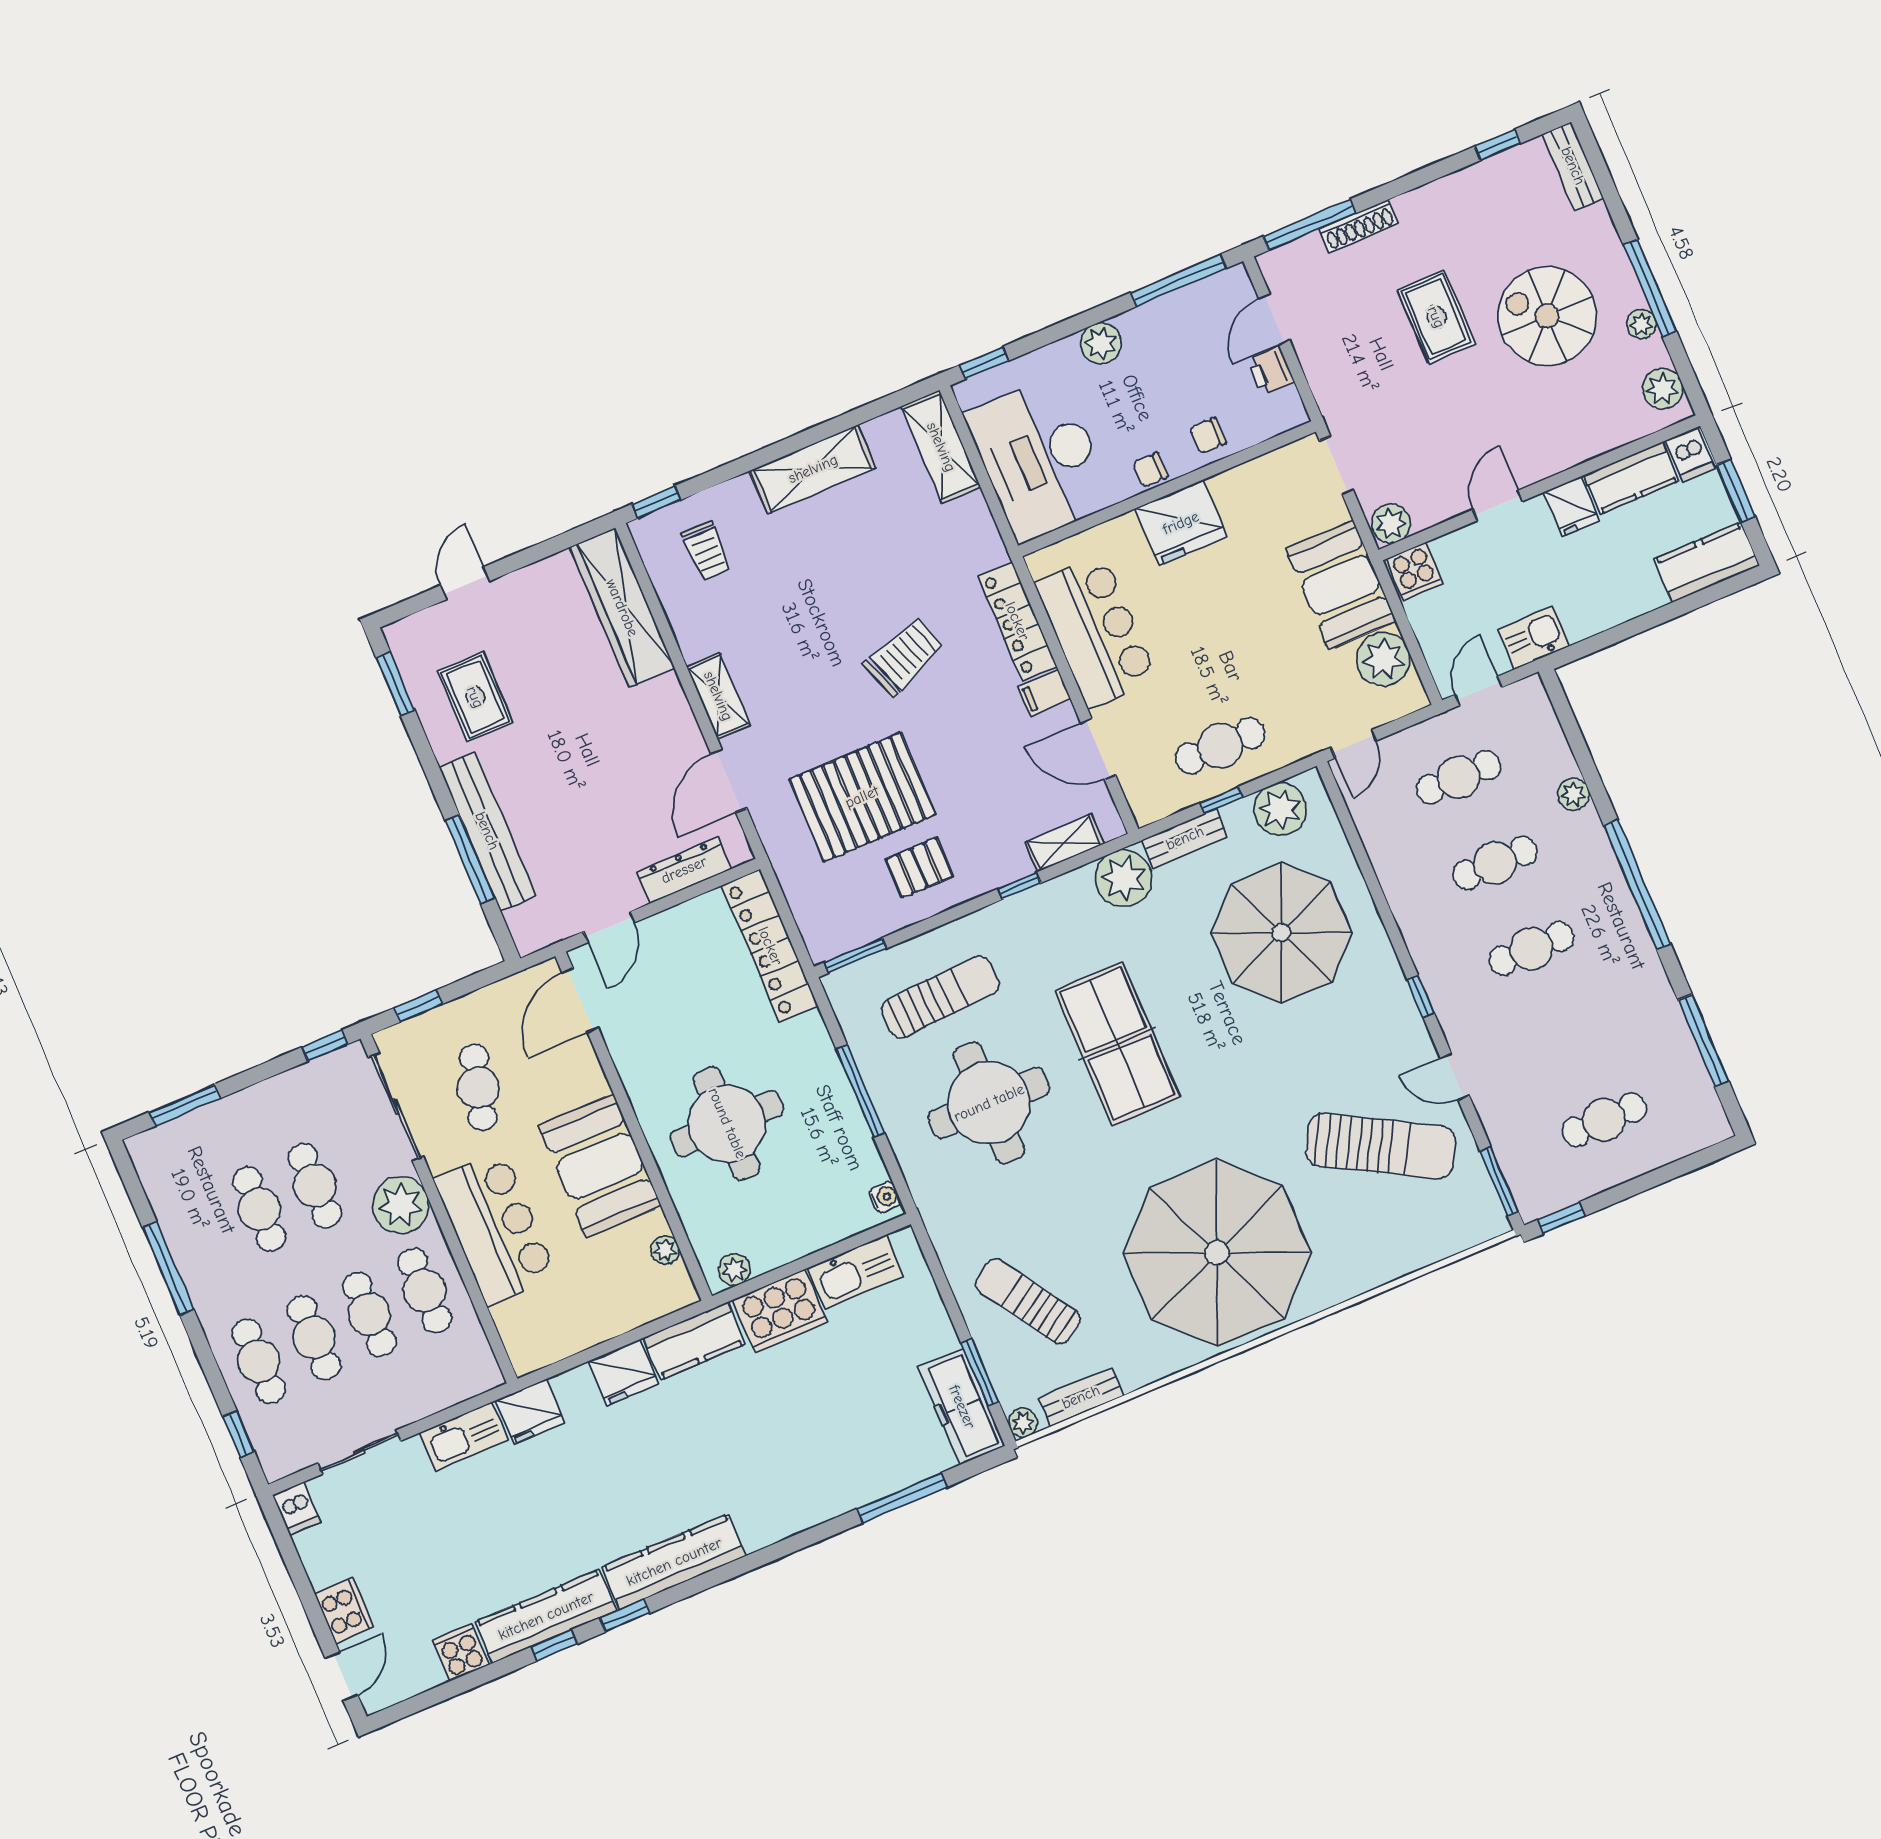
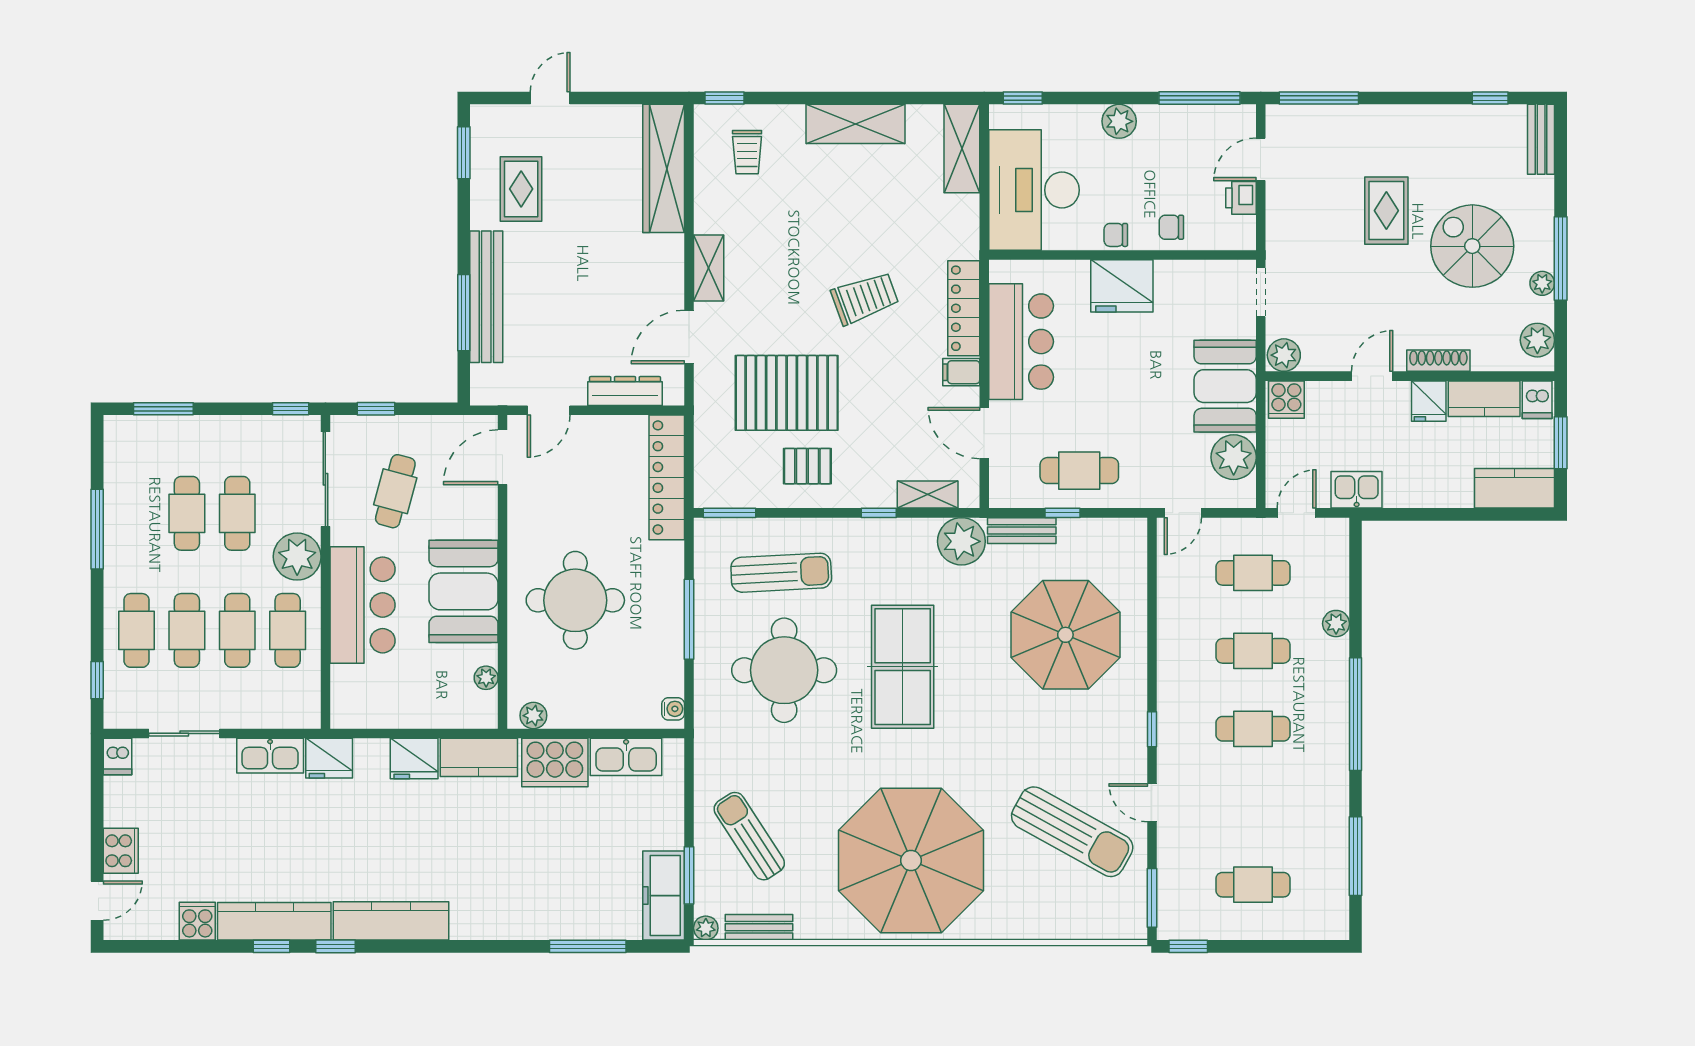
shoe rack: (1359, 226) -> (1438, 361), moved, turned 180
plant: (1280, 809) -> (1105, 539), removed

